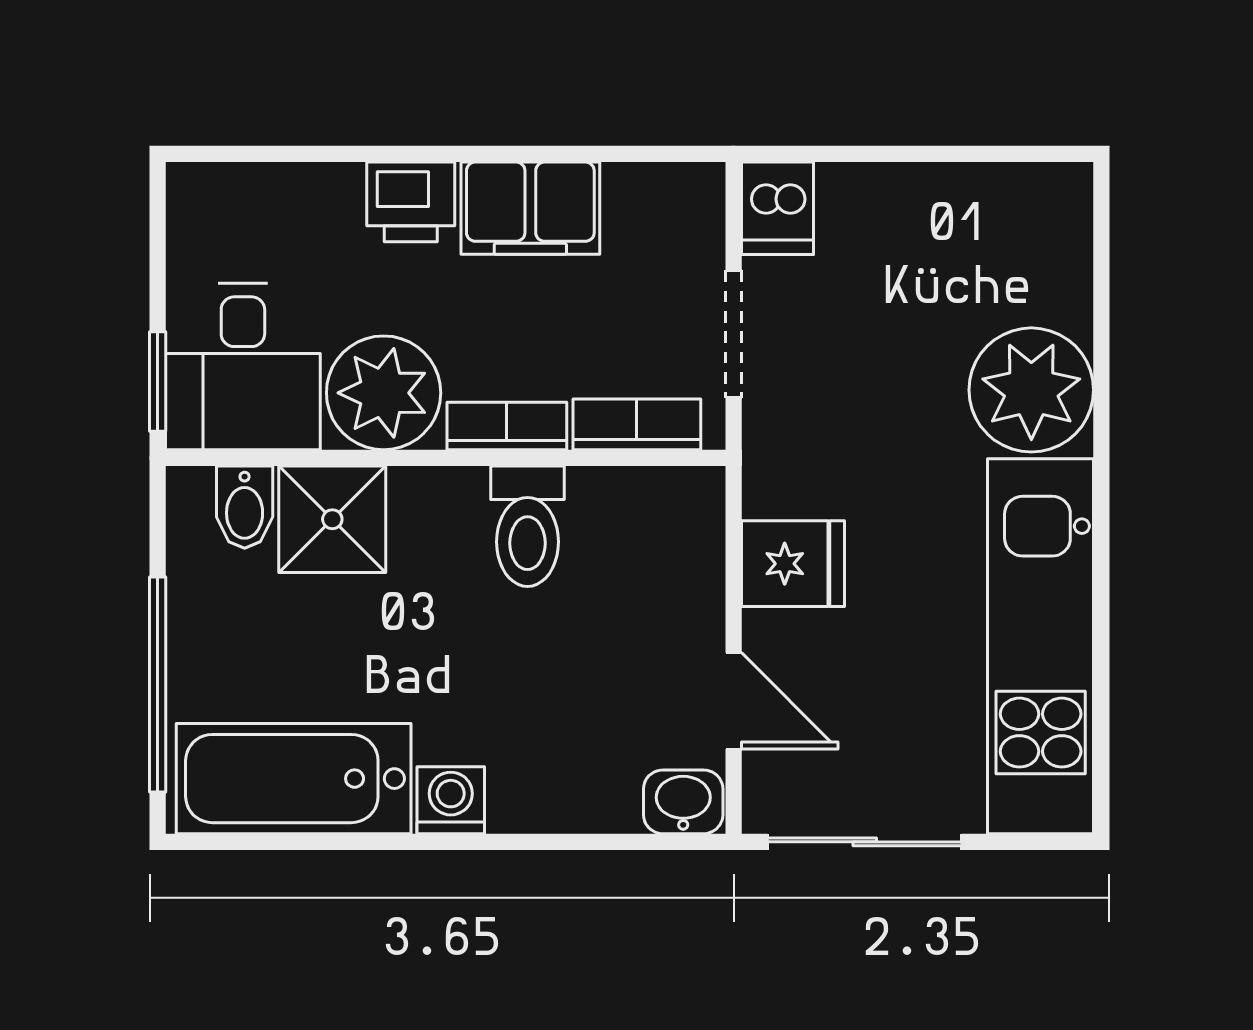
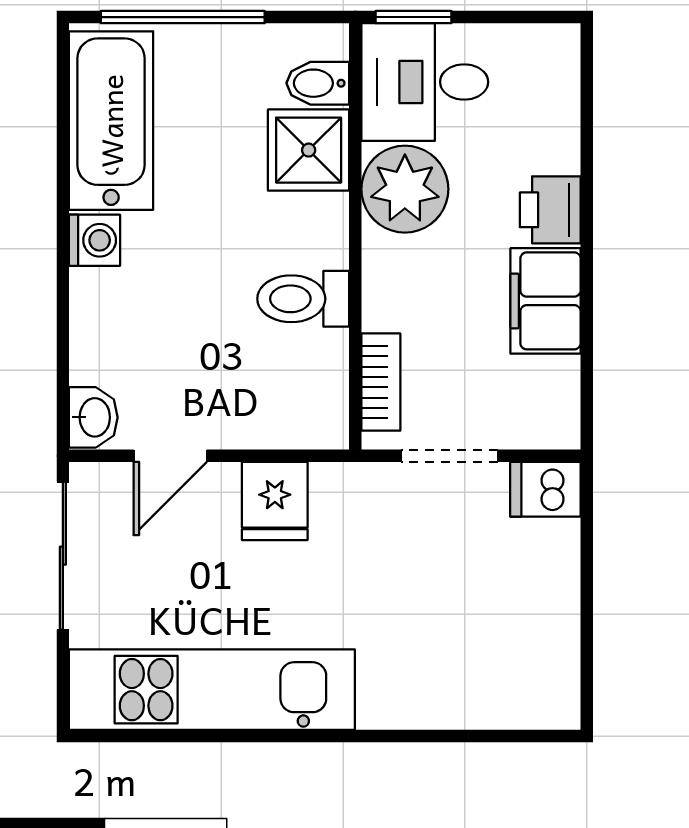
plant: (1031, 390) -> (407, 683), removed
bookcase: (507, 426) -> (380, 283), removed

